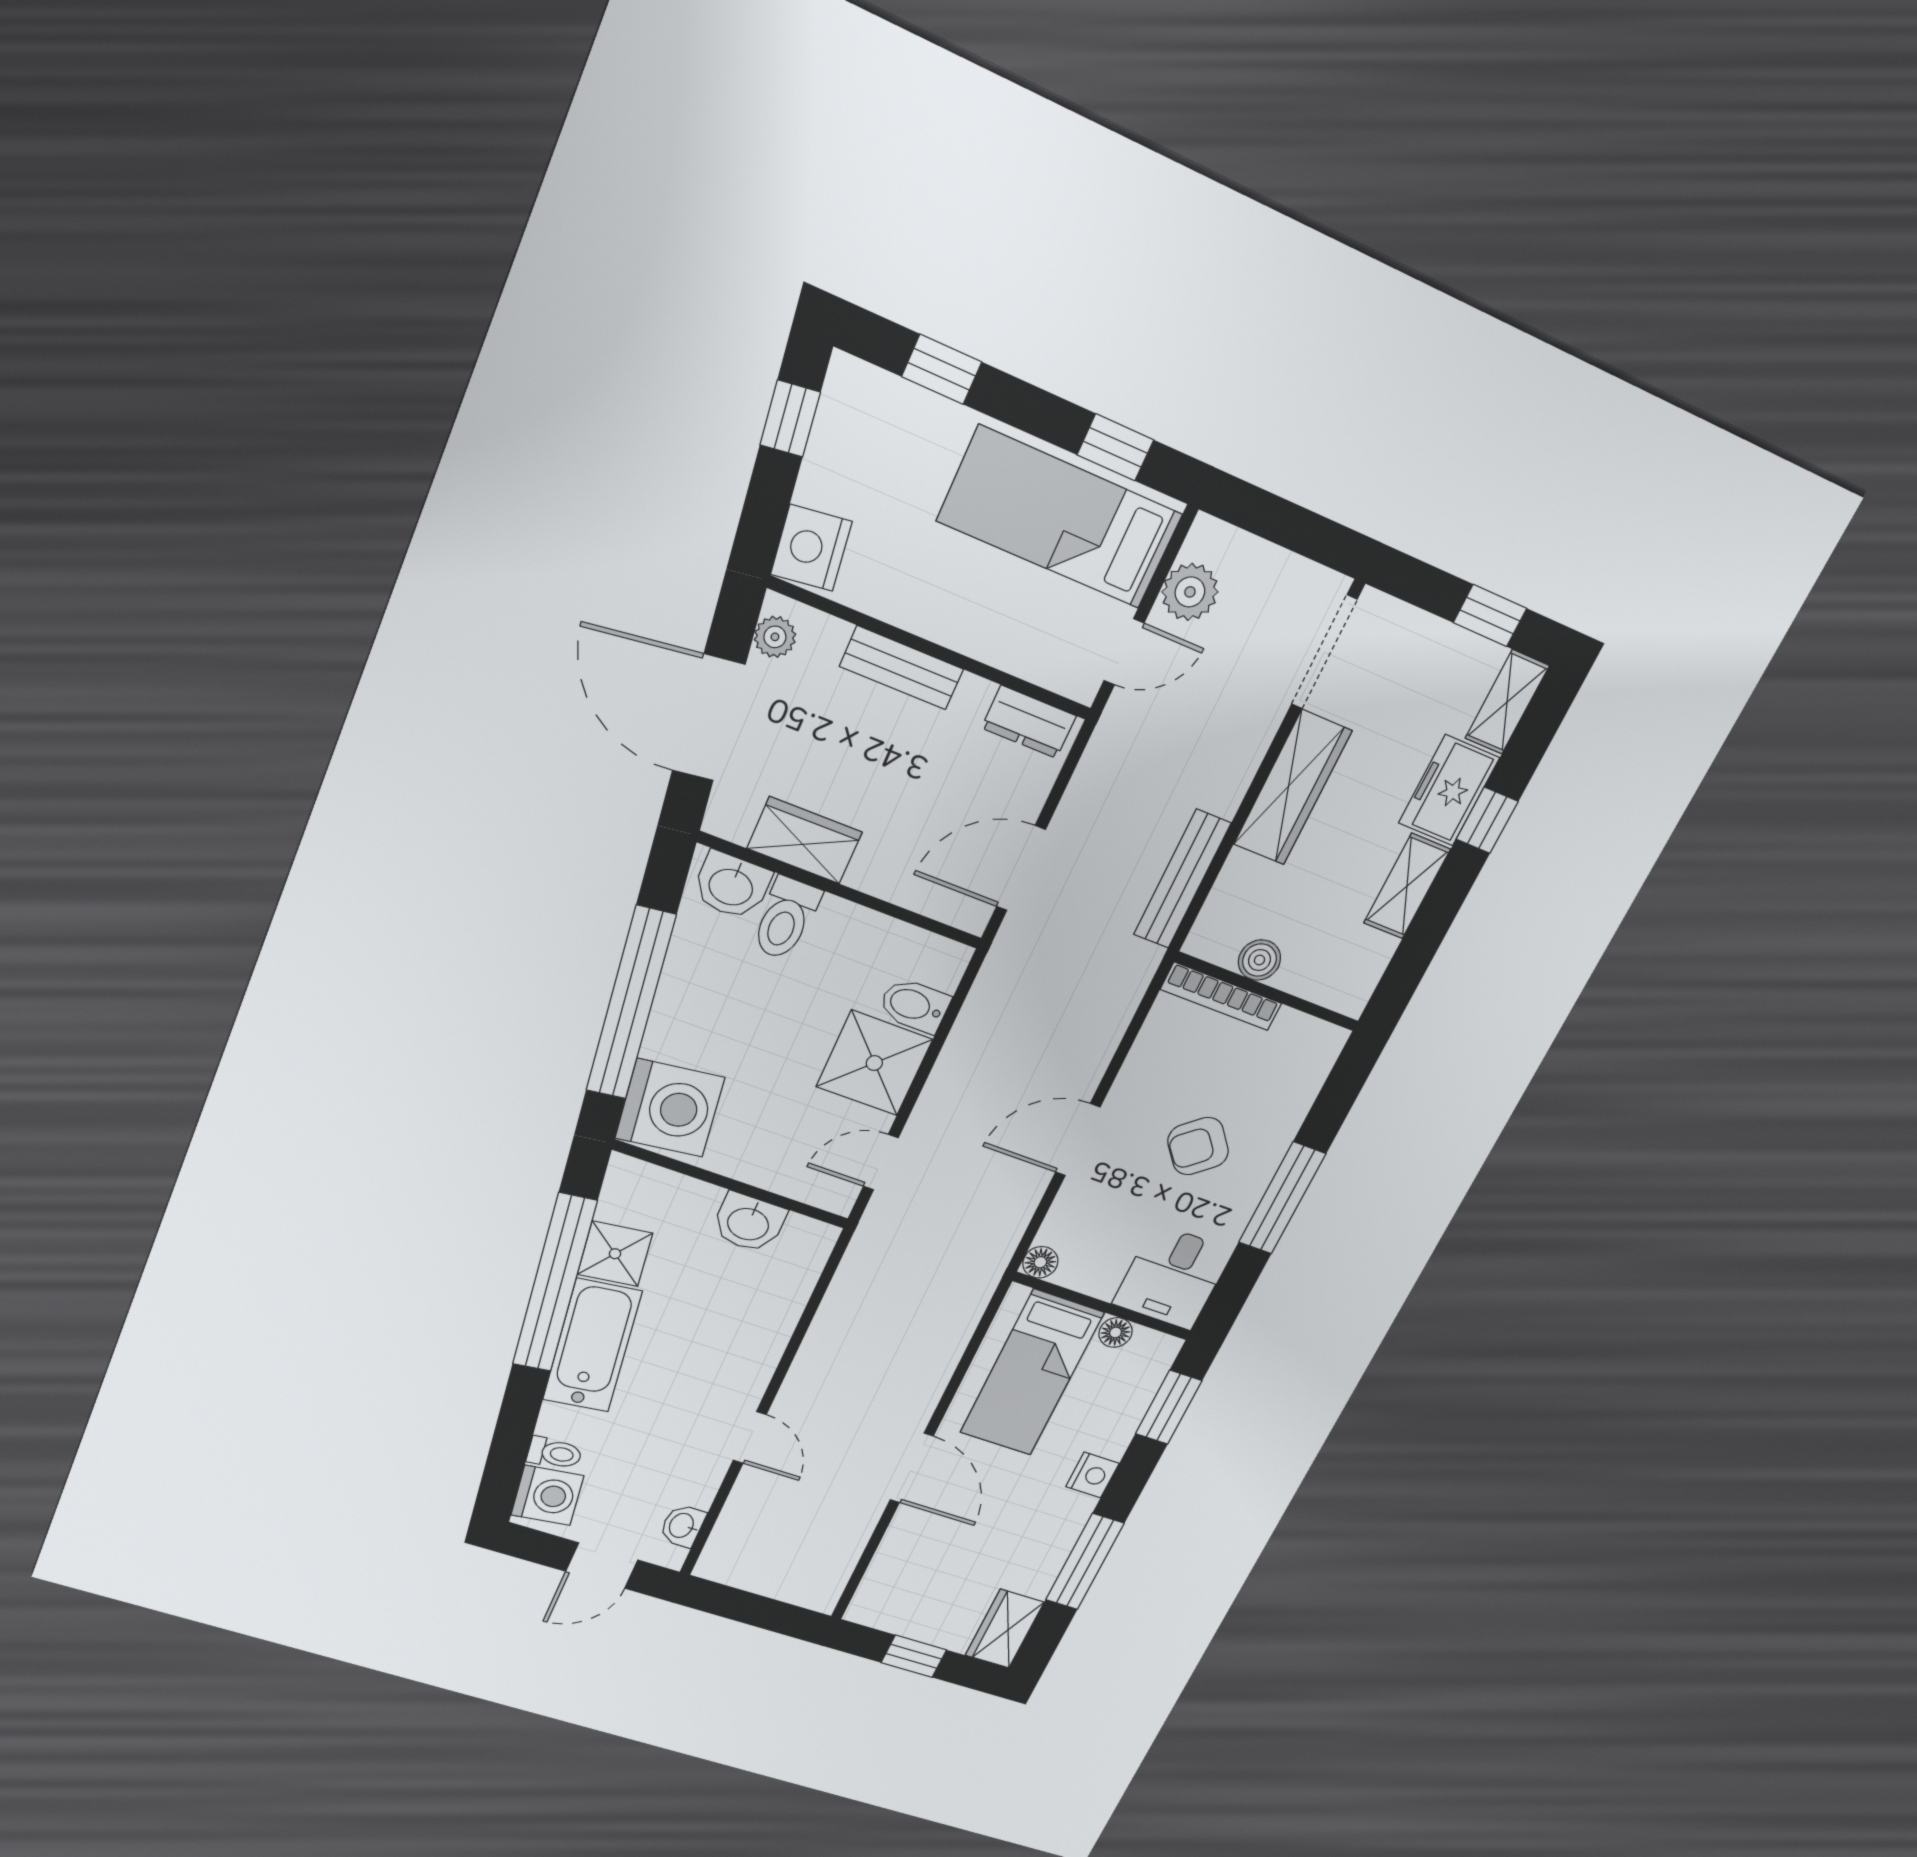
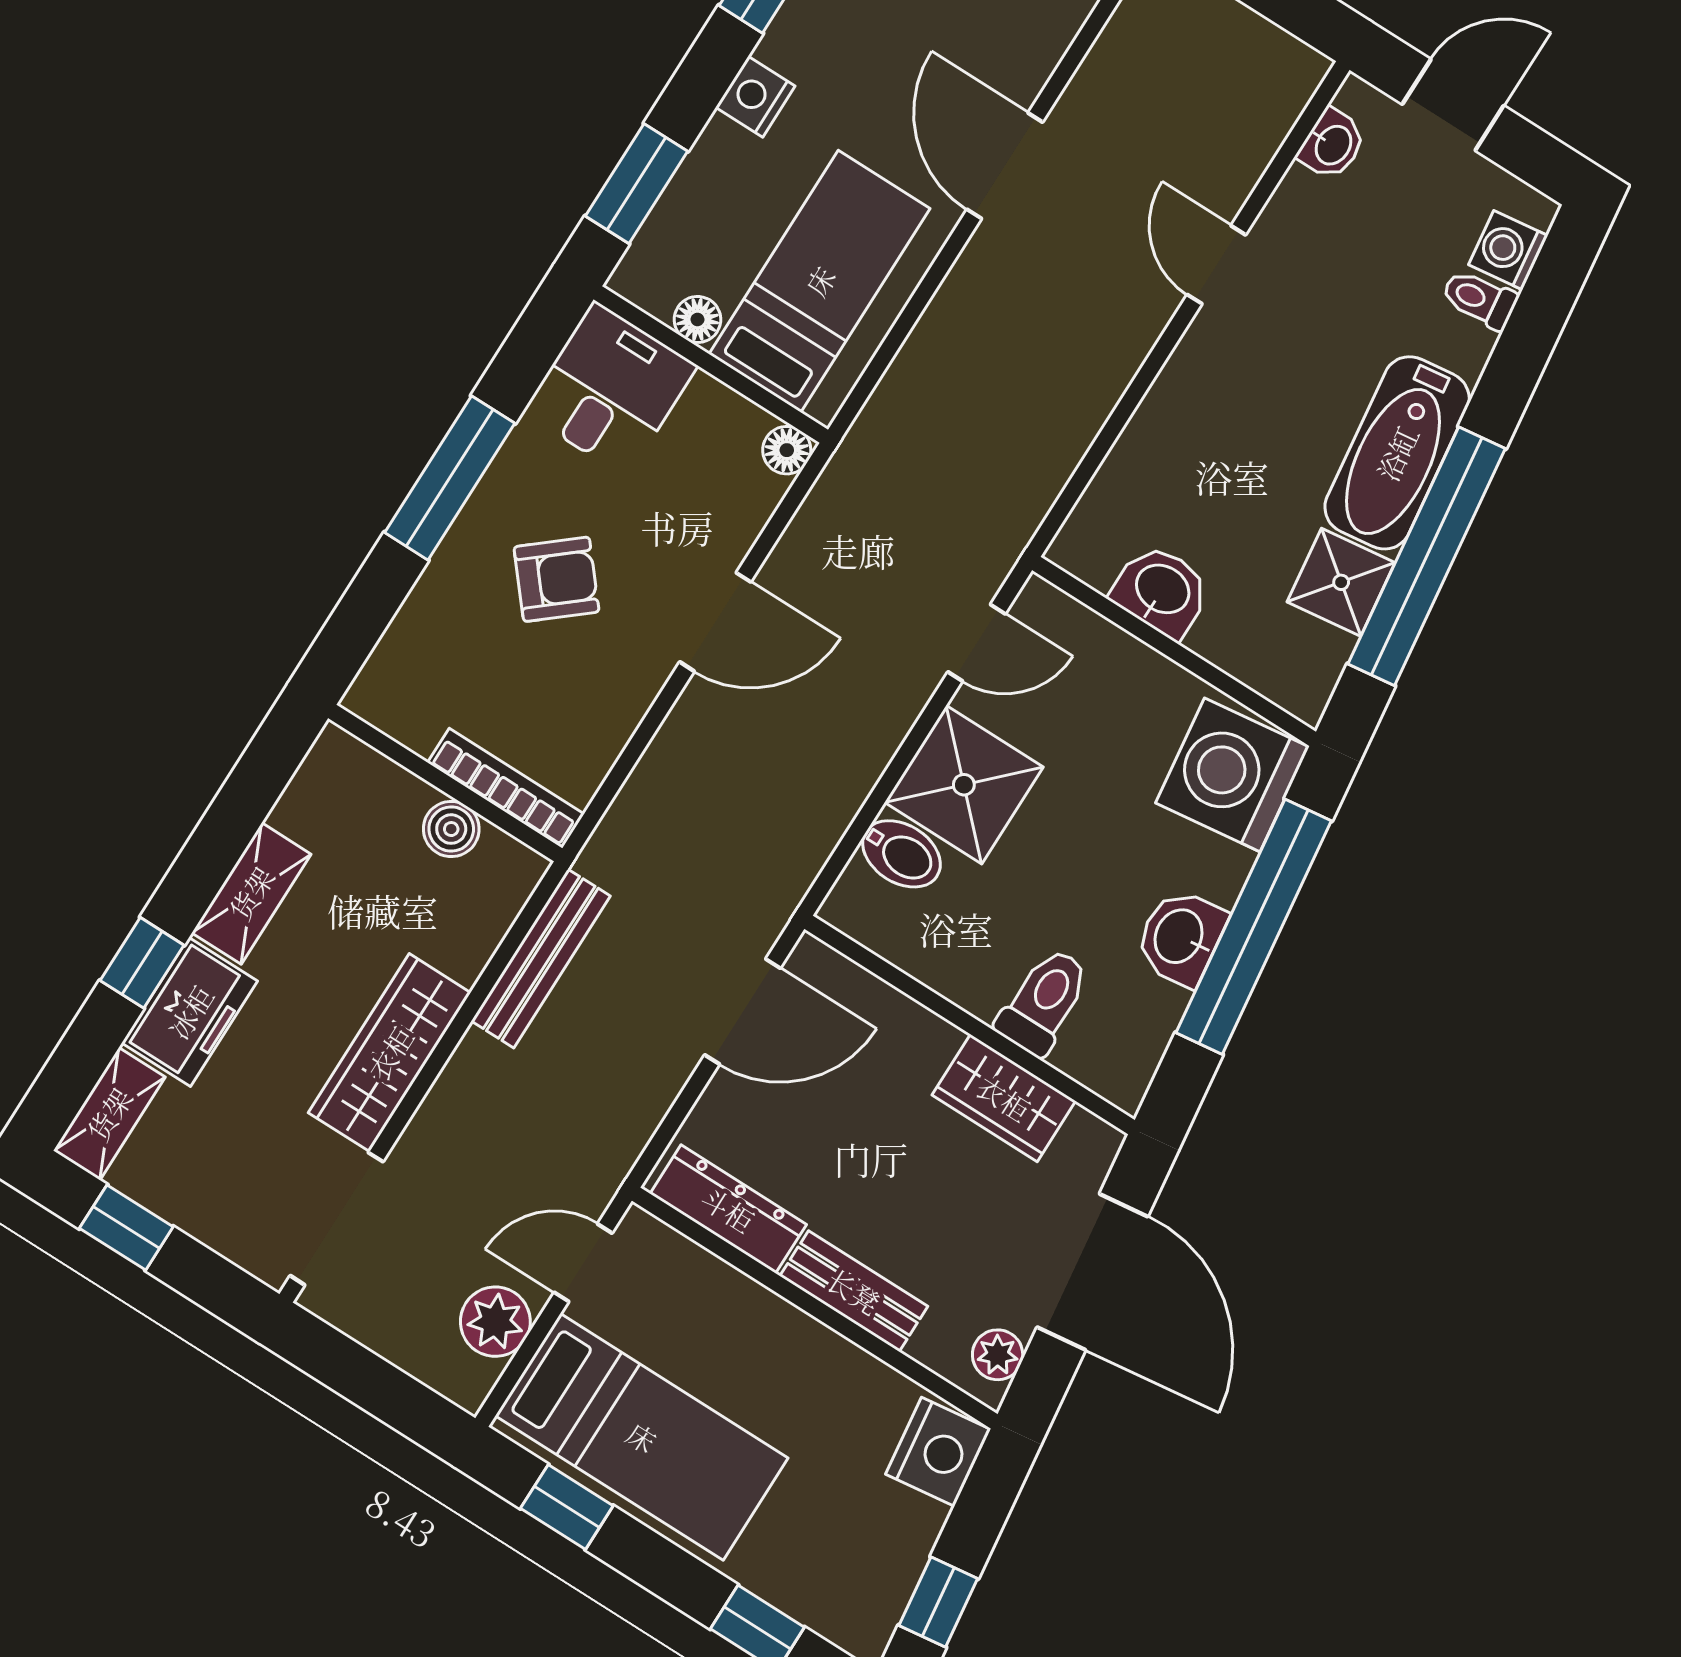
dresser: (1029, 722) -> (728, 1209), width x1.44
washbasin: (731, 886) -> (1180, 937), moved, turned -97
washing machine: (547, 1495) -> (1508, 250), width x0.73, depth x0.73

